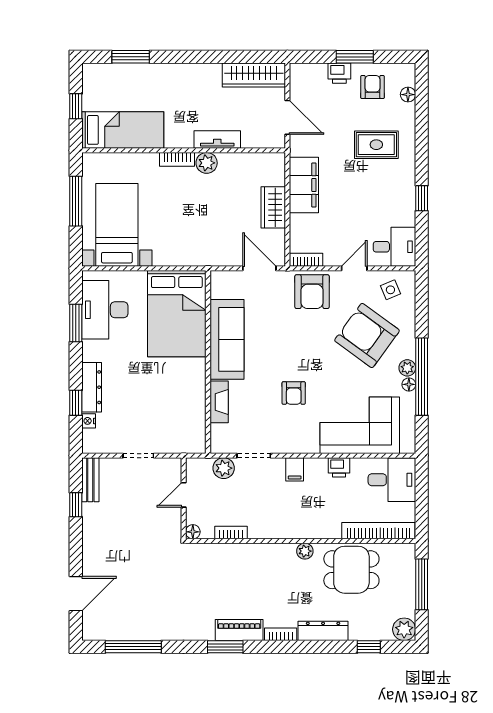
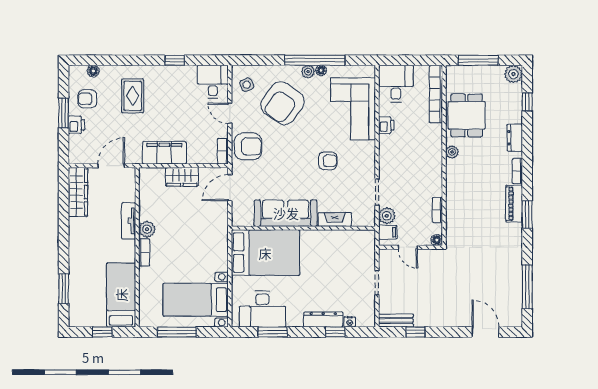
filing cabinet: (295, 469) -> (388, 232), moved
dresser: (323, 631) -> (515, 138), width x0.70

